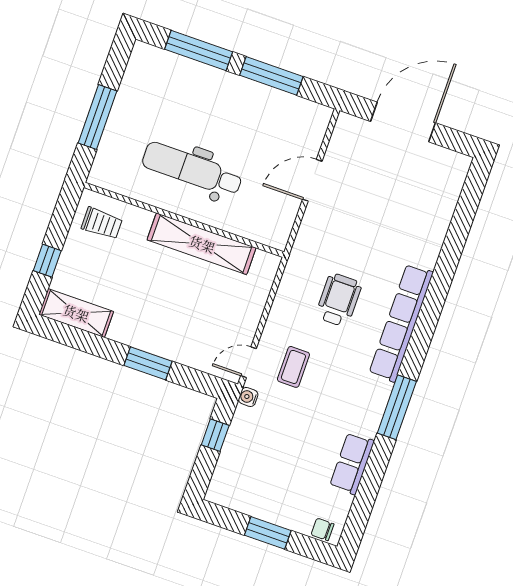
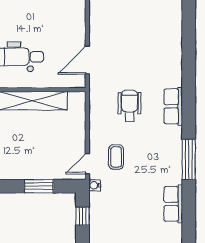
door: (312, 180) -> (87, 60), moved
row of seats: (401, 323) -> (173, 106), width x0.50
window: (148, 363) -> (39, 186), moved

